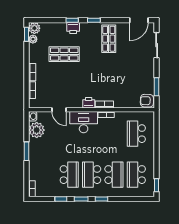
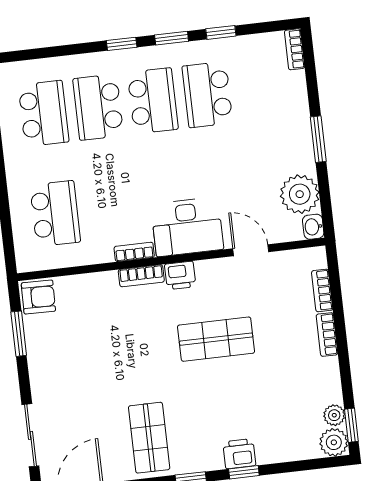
shop shelf: (64, 54) -> (216, 339), moved

